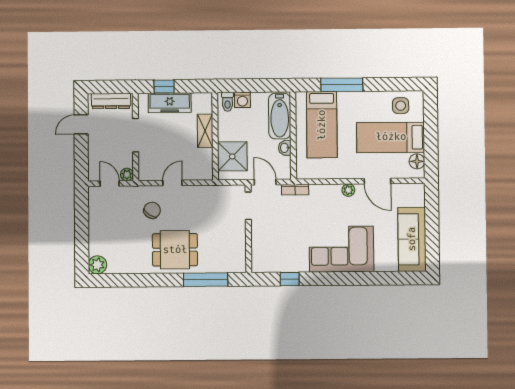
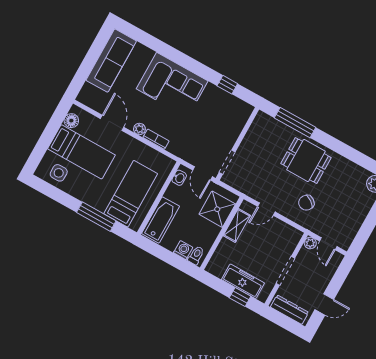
shelving: (205, 131) -> (237, 225), moved
washbasin: (285, 148) -> (179, 178), moved
door: (172, 183) -> (266, 209), moved
bookcase: (295, 190) -> (156, 139), moved

